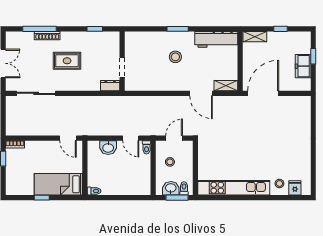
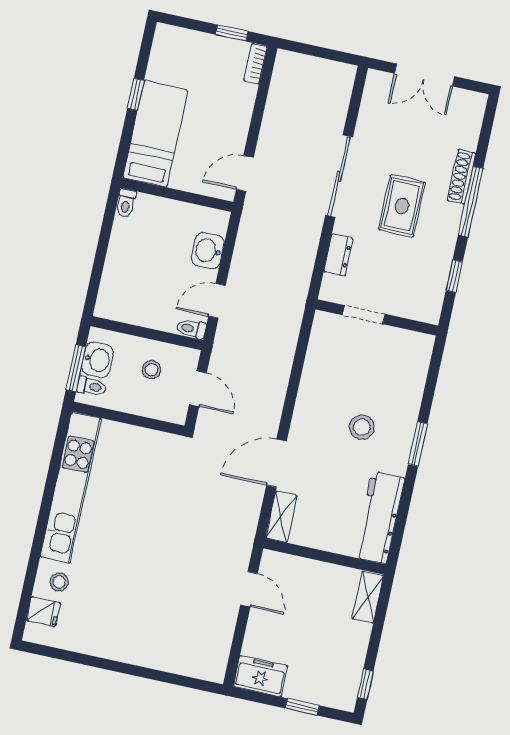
window: (39, 29) -> (471, 202), moved
window: (280, 29) -> (365, 684), moved
freezer: (303, 66) -> (260, 676), moved
dresser: (110, 86) -> (338, 255), moved
sliding door: (36, 93) -> (339, 176), moved
door: (263, 93) -> (249, 589), width x0.53

